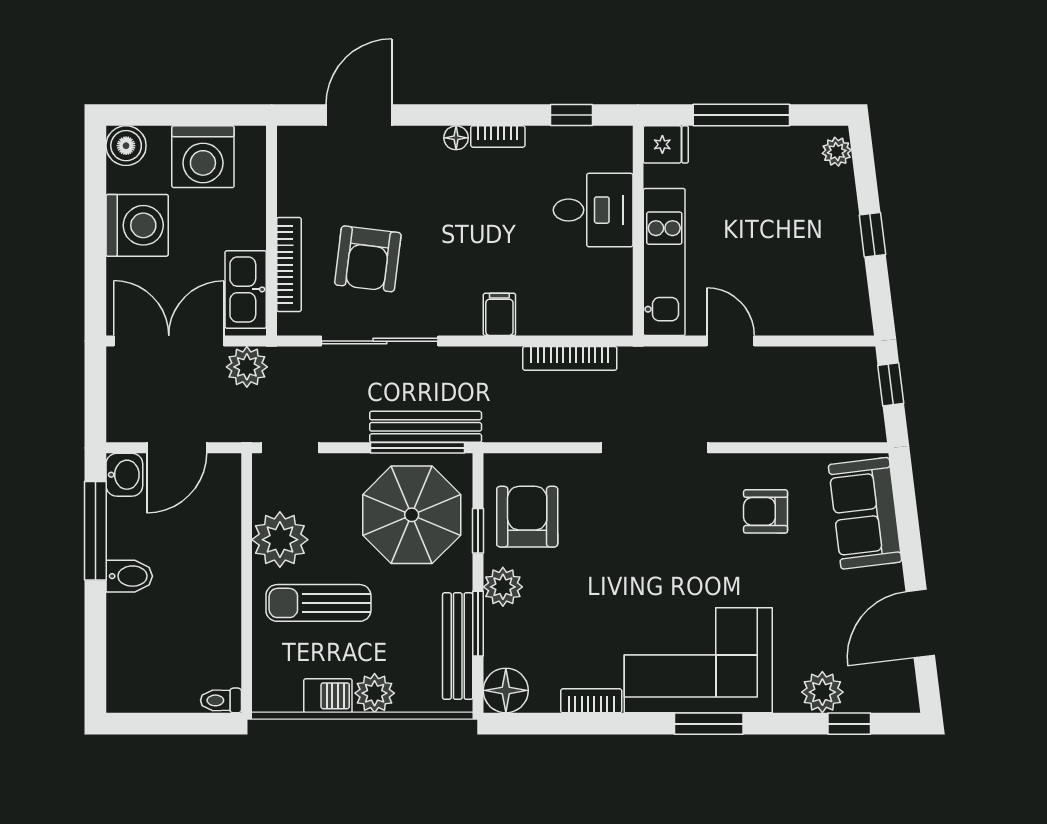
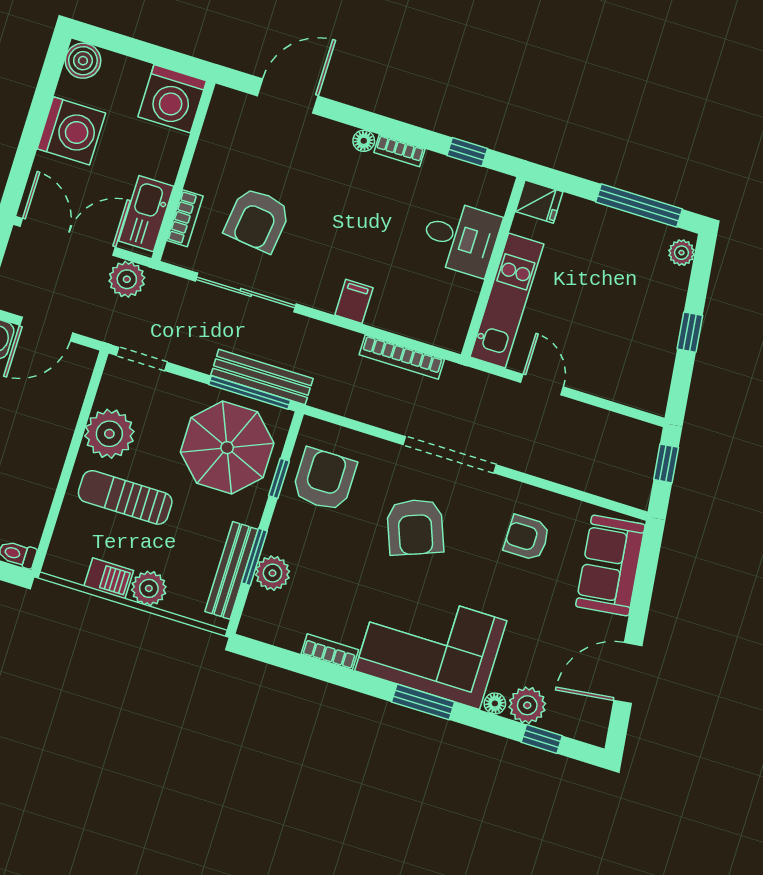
window: (741, 115) -> (639, 205), moved
washing machine: (203, 157) -> (172, 99), moved
bookcase: (289, 265) -> (185, 218), width x0.64
armchair: (641, 537) -> (415, 527), added
plant: (503, 587) -> (272, 573), moved
floor lamp: (506, 690) -> (495, 703), moved, width x0.53, depth x0.53

